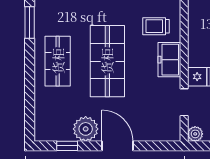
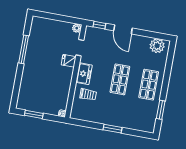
shop shelf: (107, 61) -> (120, 79), width x0.70, depth x0.74
plant: (86, 129) -> (157, 46), moved
window: (67, 146) -> (99, 25), moved

